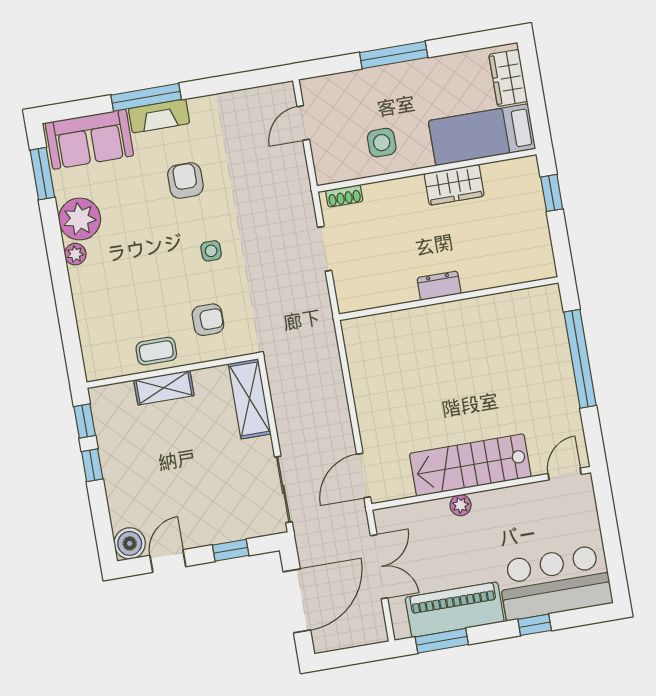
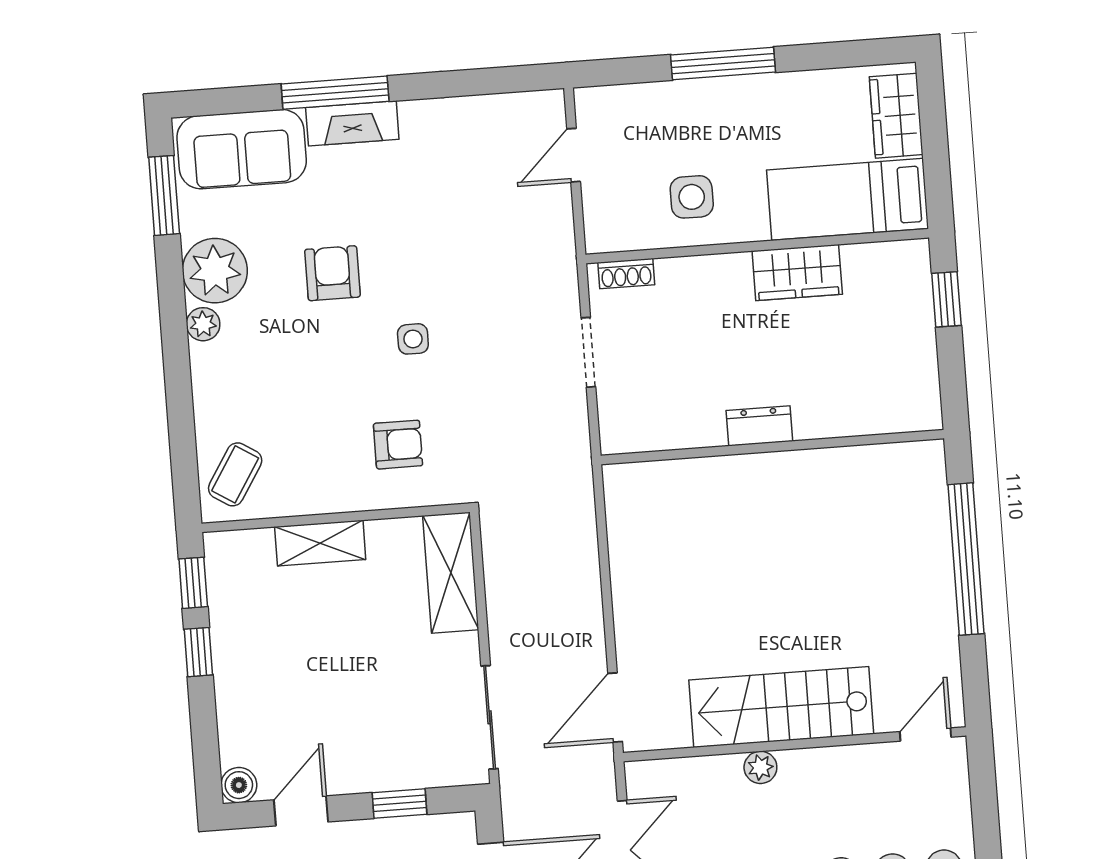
armchair: (185, 181) -> (332, 273), moved
coffee table: (156, 351) -> (235, 474), moved, turned -58
boiler: (130, 543) -> (239, 785), width x0.73, depth x0.73

